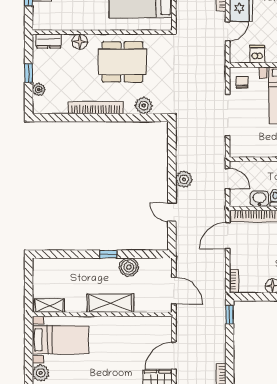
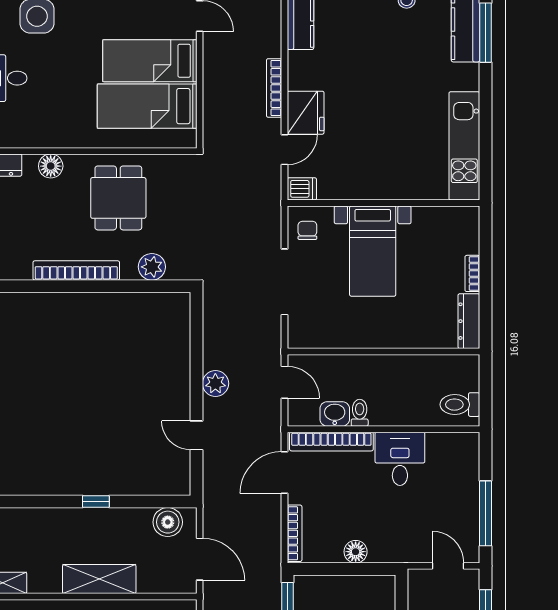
dishwasher: (257, 54) -> (302, 189), moved, turned 90
dining table: (122, 62) -> (118, 198), width x0.73
boiler: (129, 267) -> (168, 522), moved
bookcase: (234, 281) -> (295, 533), width x1.56

